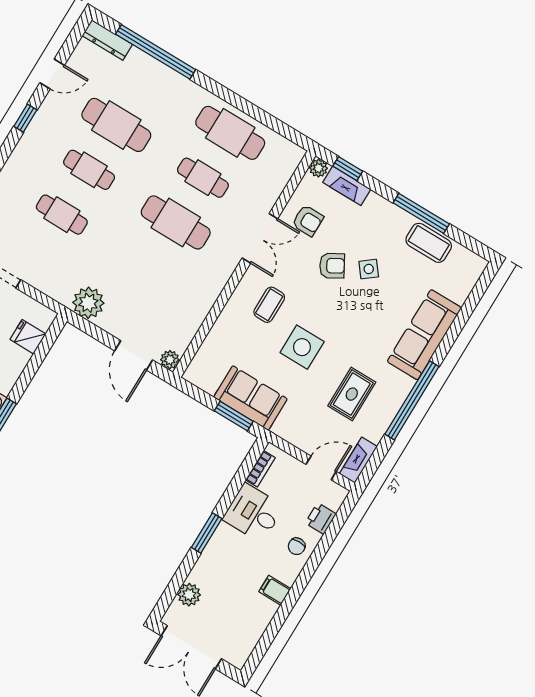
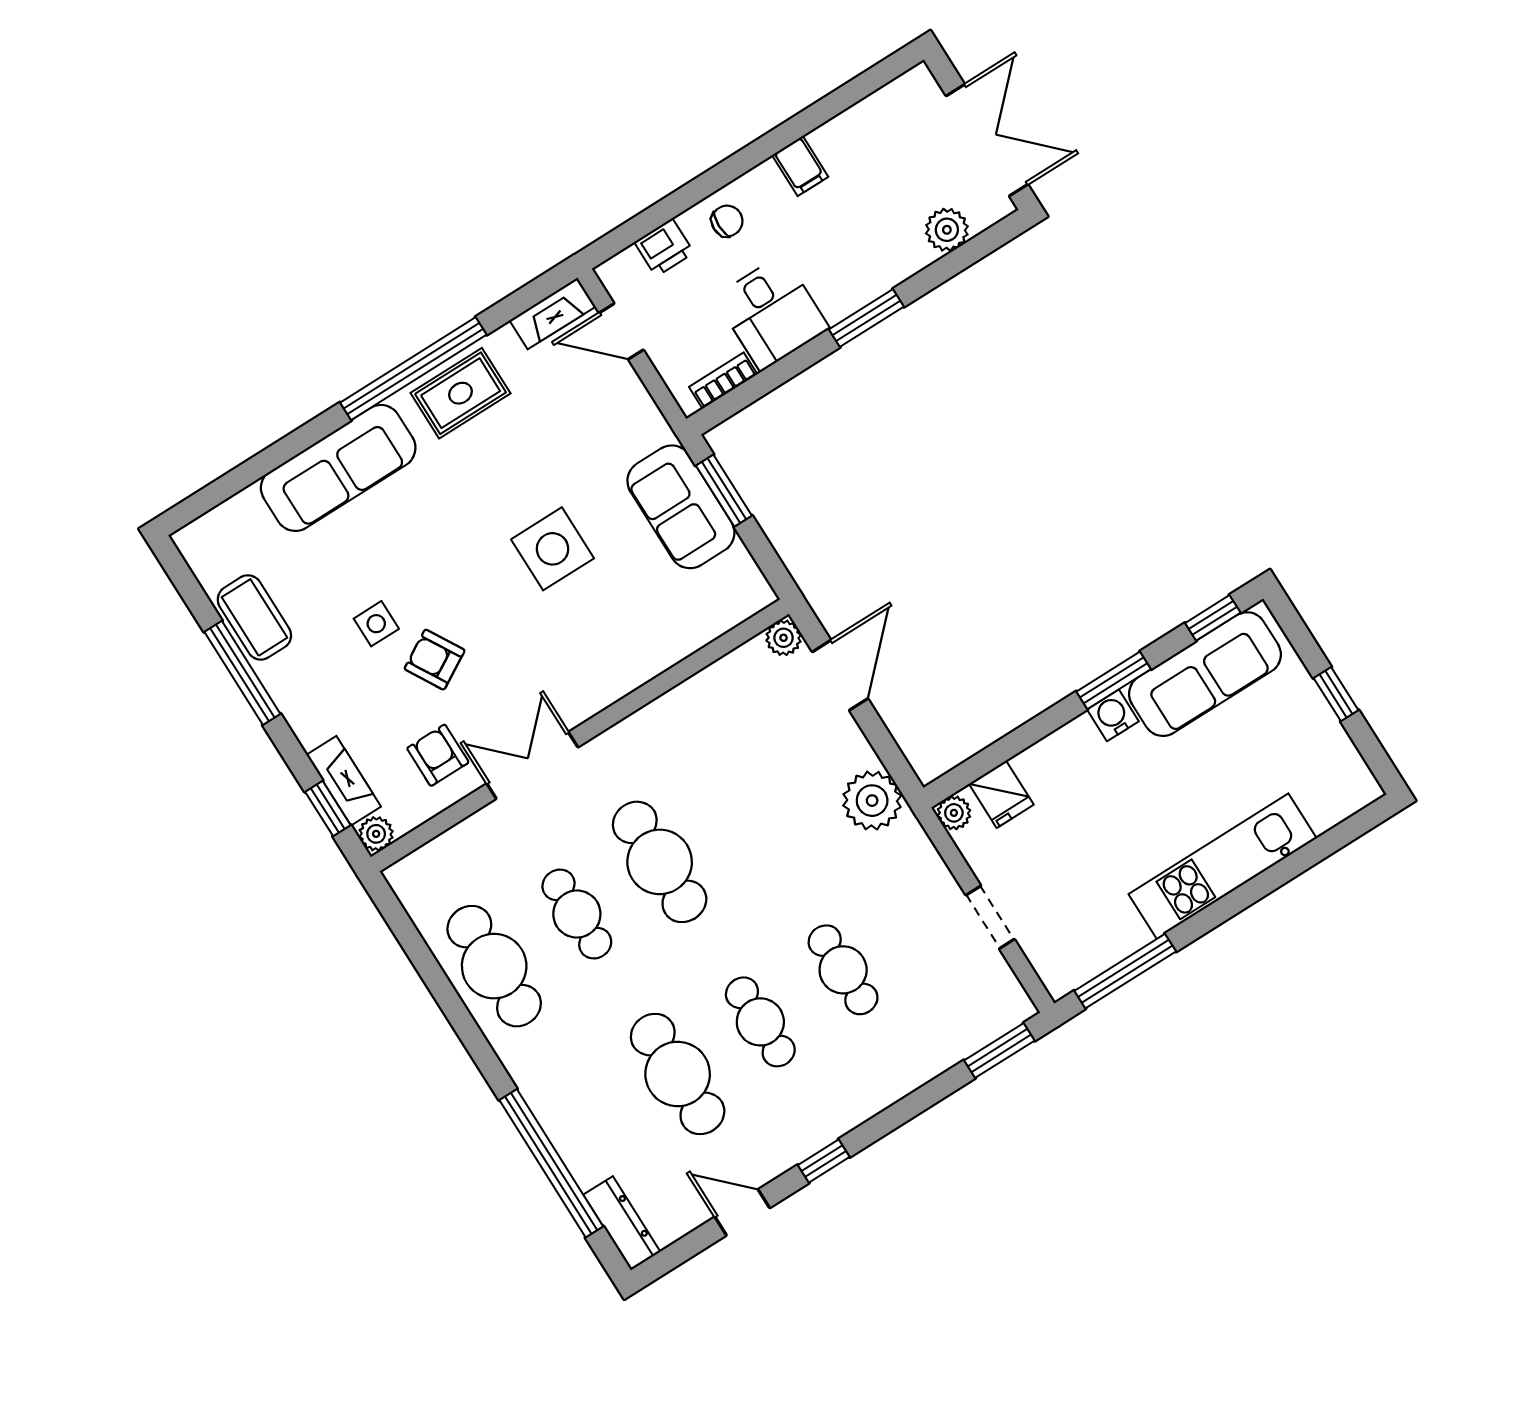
side table: (369, 269) -> (376, 624), turned 38
coffee table: (269, 305) -> (572, 647), removed
plant: (46, 316) -> (954, 813), added
rug: (352, 394) -> (460, 393), moved

